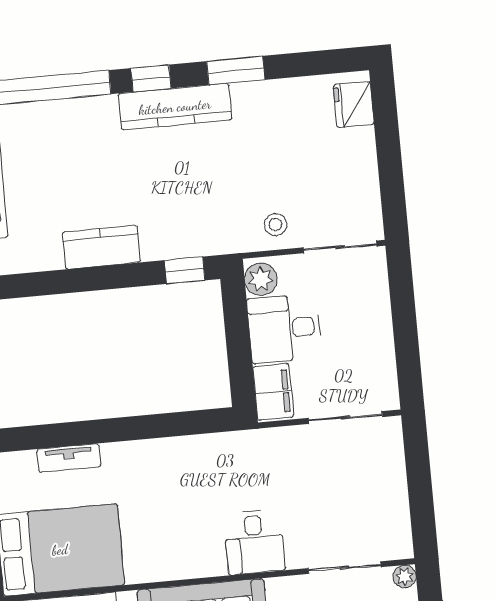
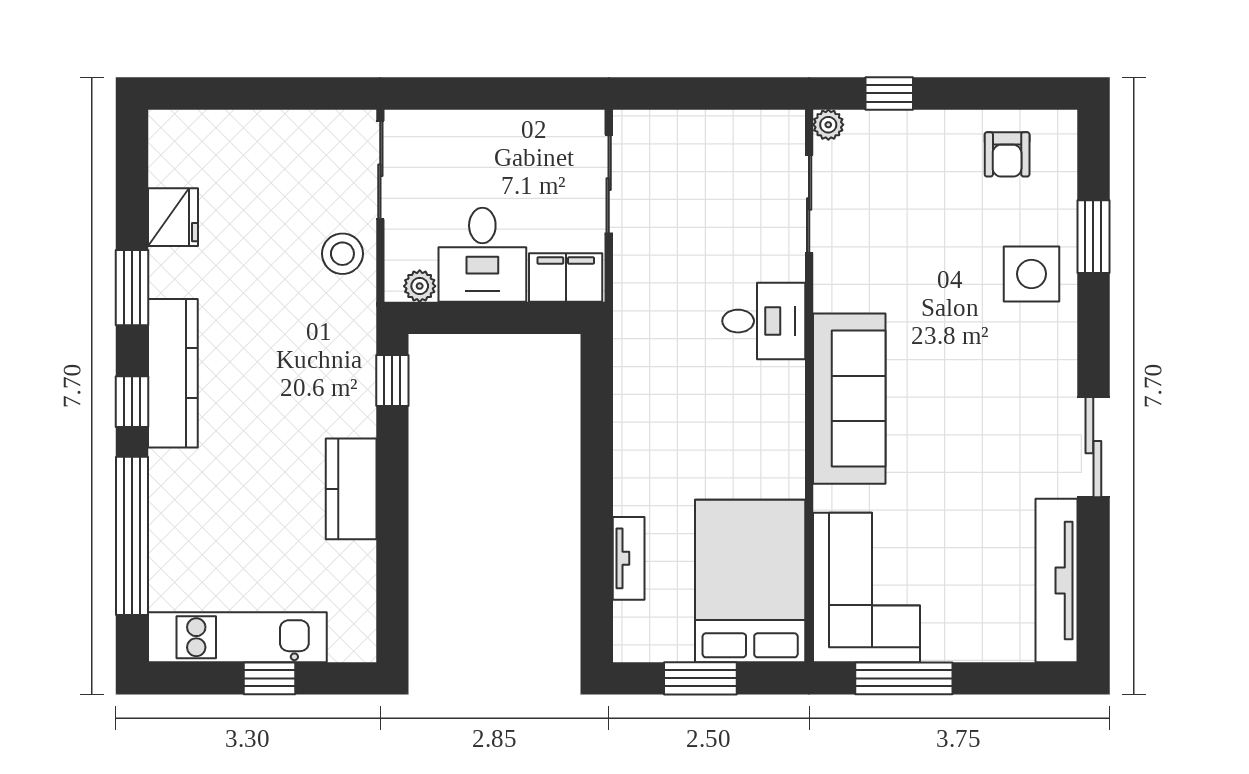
fridge: (354, 104) -> (173, 217), moved, turned -90
stool: (275, 224) -> (342, 254), width x1.37, depth x1.37
plant: (261, 279) -> (420, 286), width x0.73, depth x0.73

